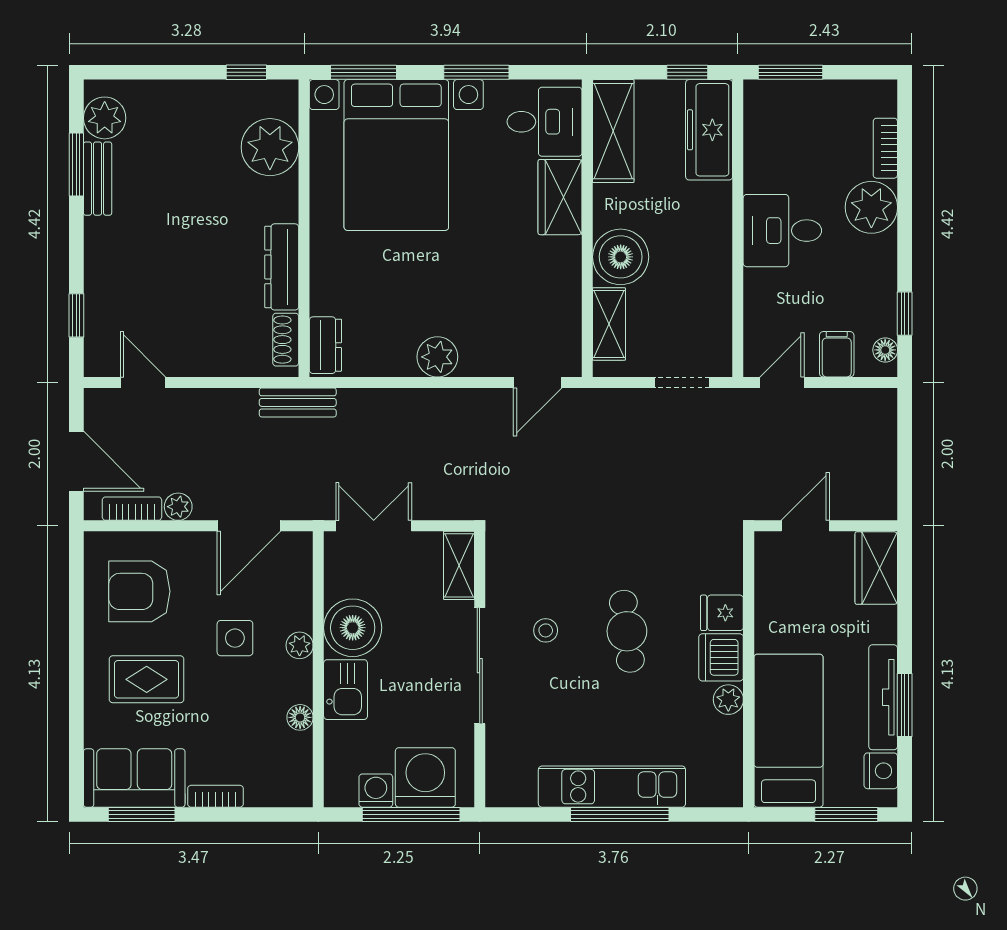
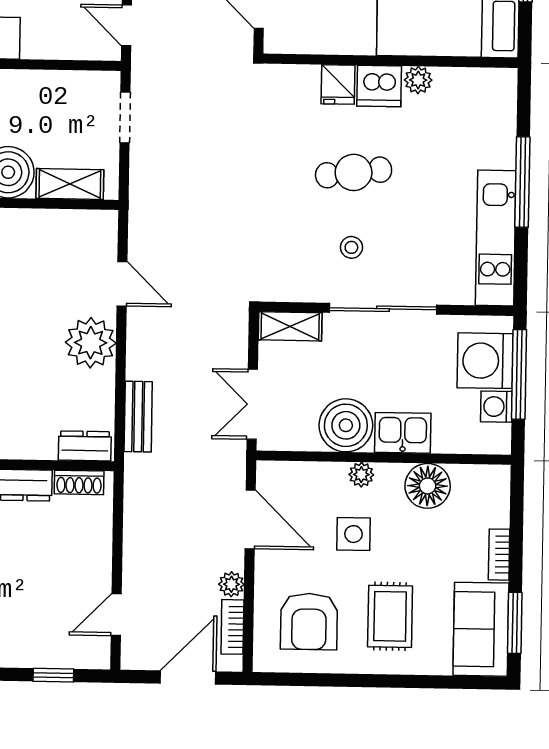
plant: (437, 357) -> (91, 343), width x1.36, depth x1.36
door: (538, 382) -> (122, 284), moved
bench: (298, 402) -> (138, 417), moved
floor lamp: (300, 717) -> (428, 486), width x1.89, depth x1.89
kitchen unit: (612, 787) -> (496, 238), moved

